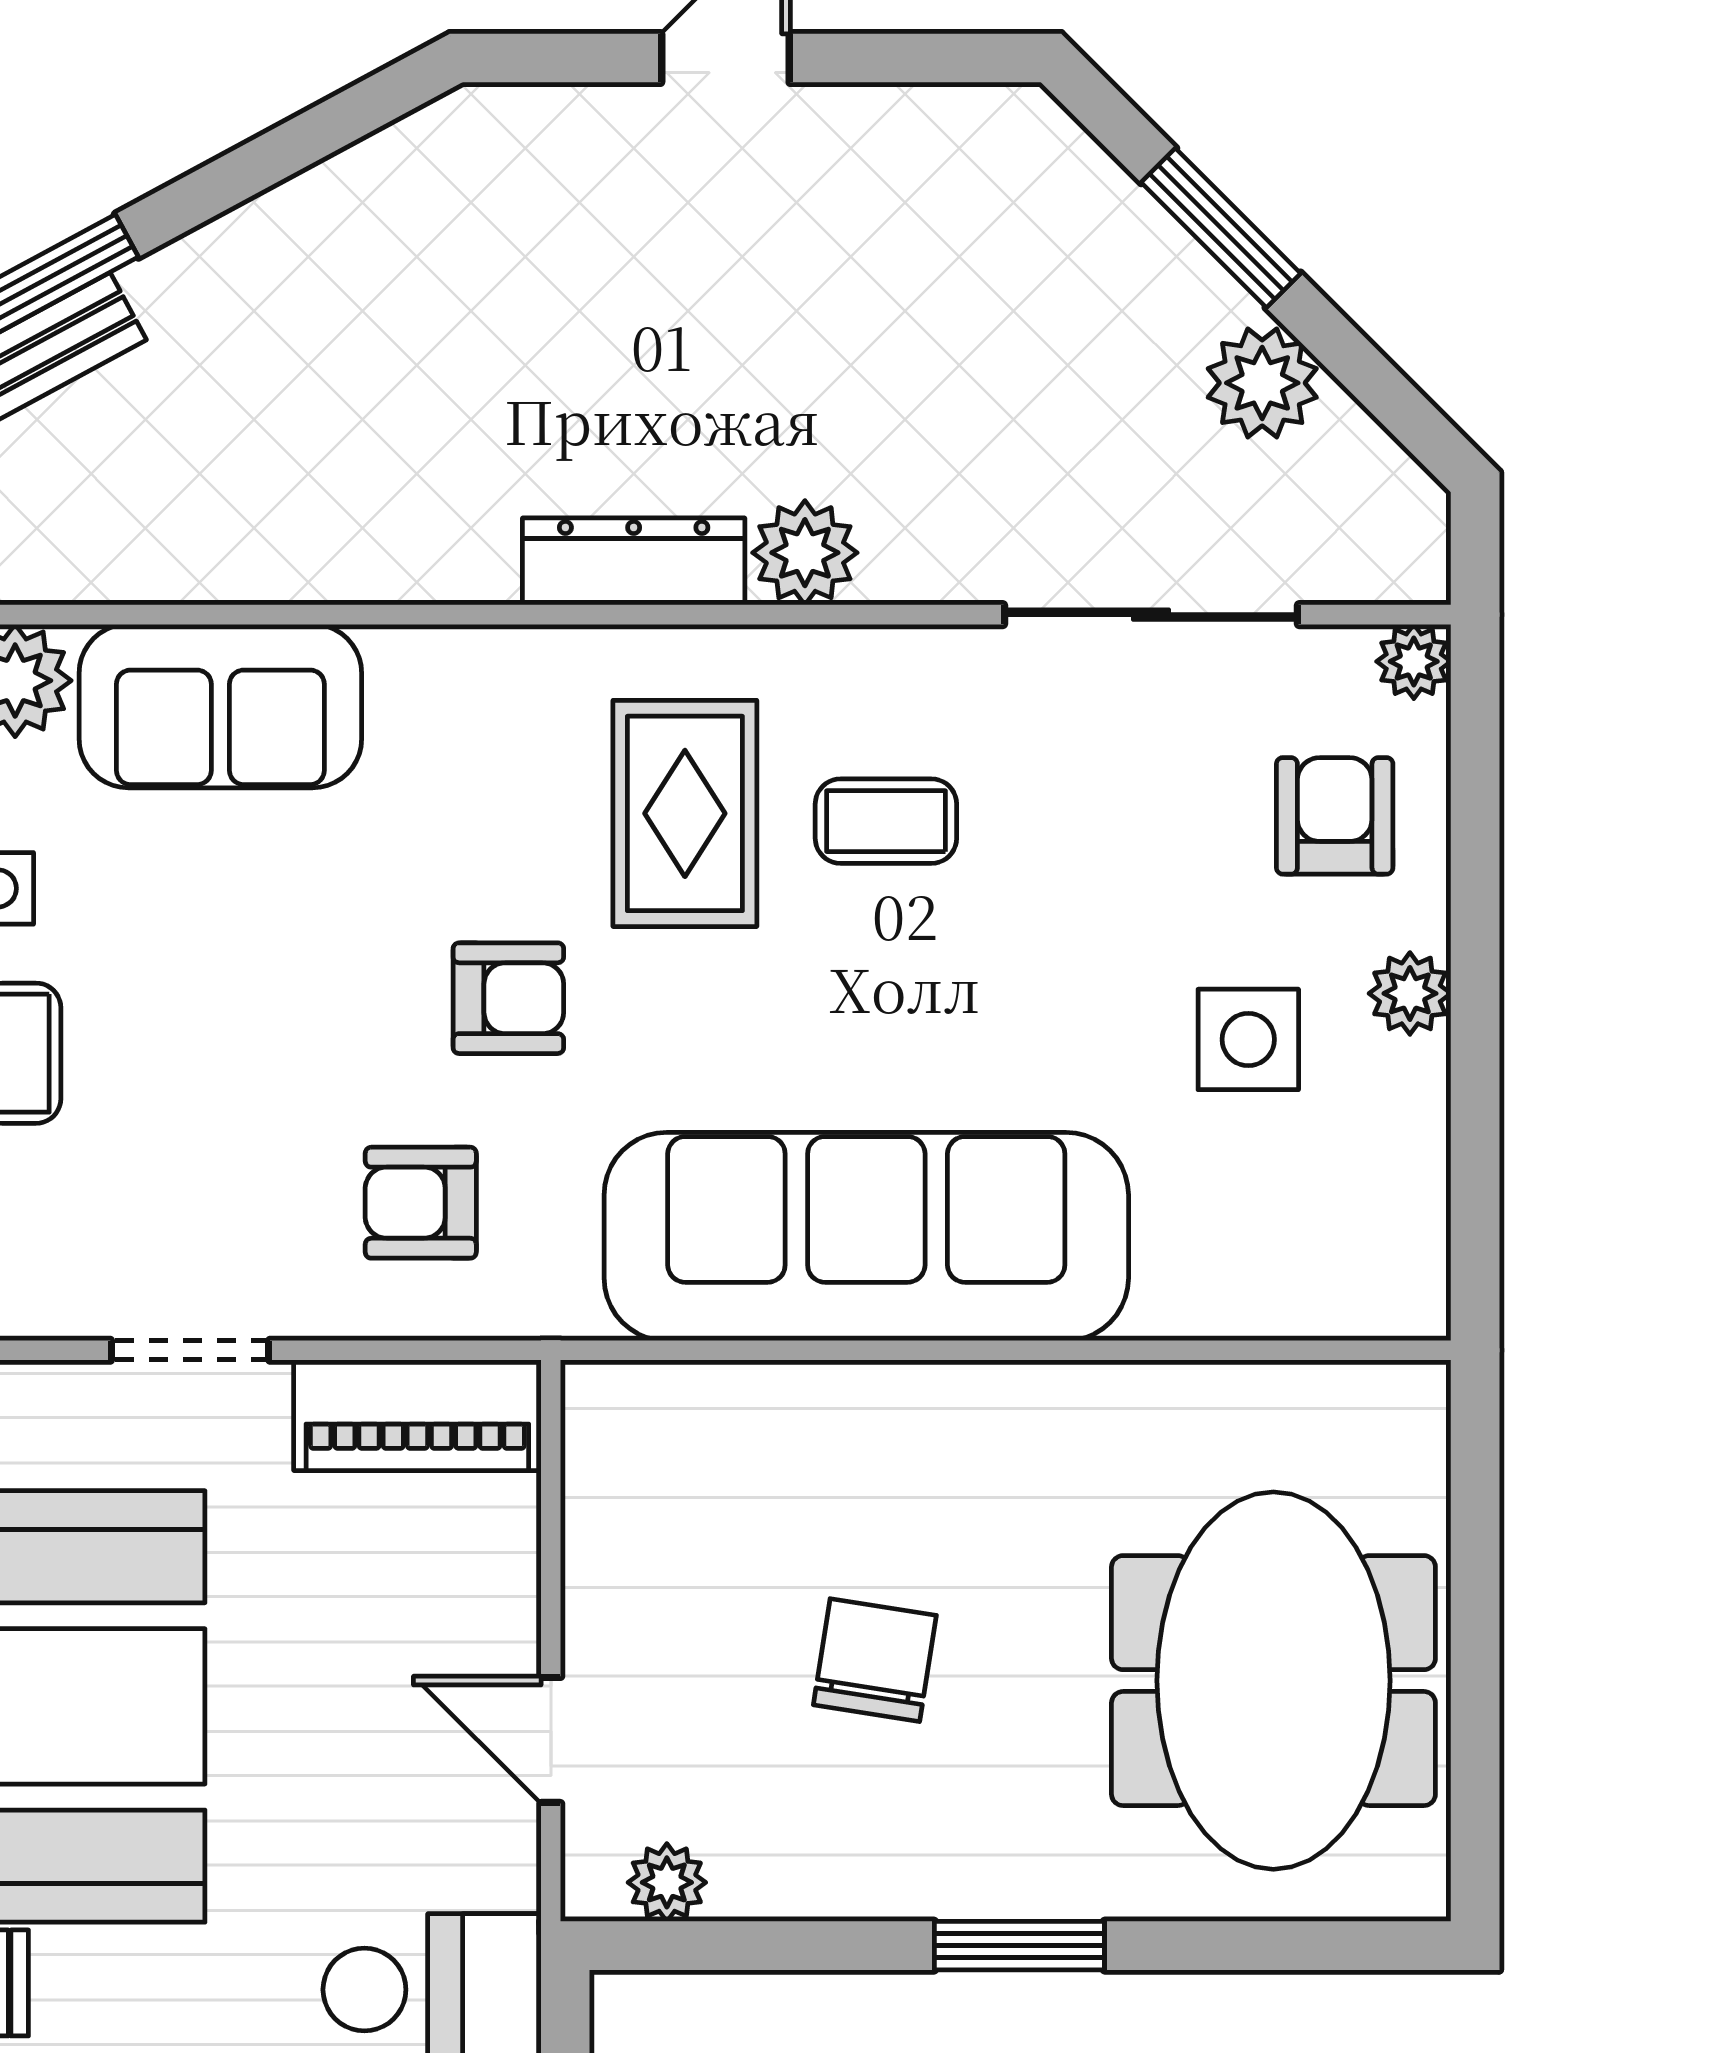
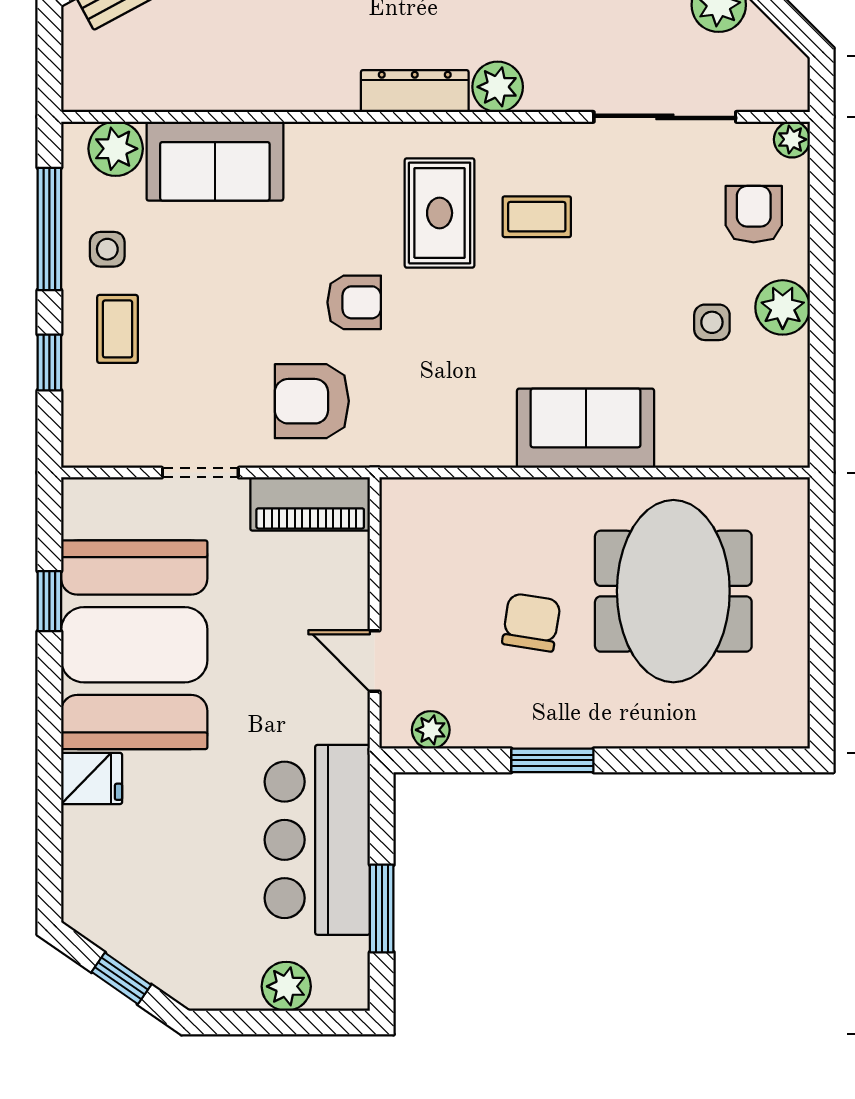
plant: (1410, 993) -> (783, 307), width x1.38, depth x1.38
side table: (1248, 1039) -> (712, 322), width x0.73, depth x0.73
armchair: (421, 1203) -> (312, 401), width x1.38, depth x1.38
sofa: (866, 1236) -> (586, 428), width x0.54, depth x0.79
meeting table: (1273, 1681) -> (673, 591), moved
window: (1019, 1946) -> (552, 760), moved

